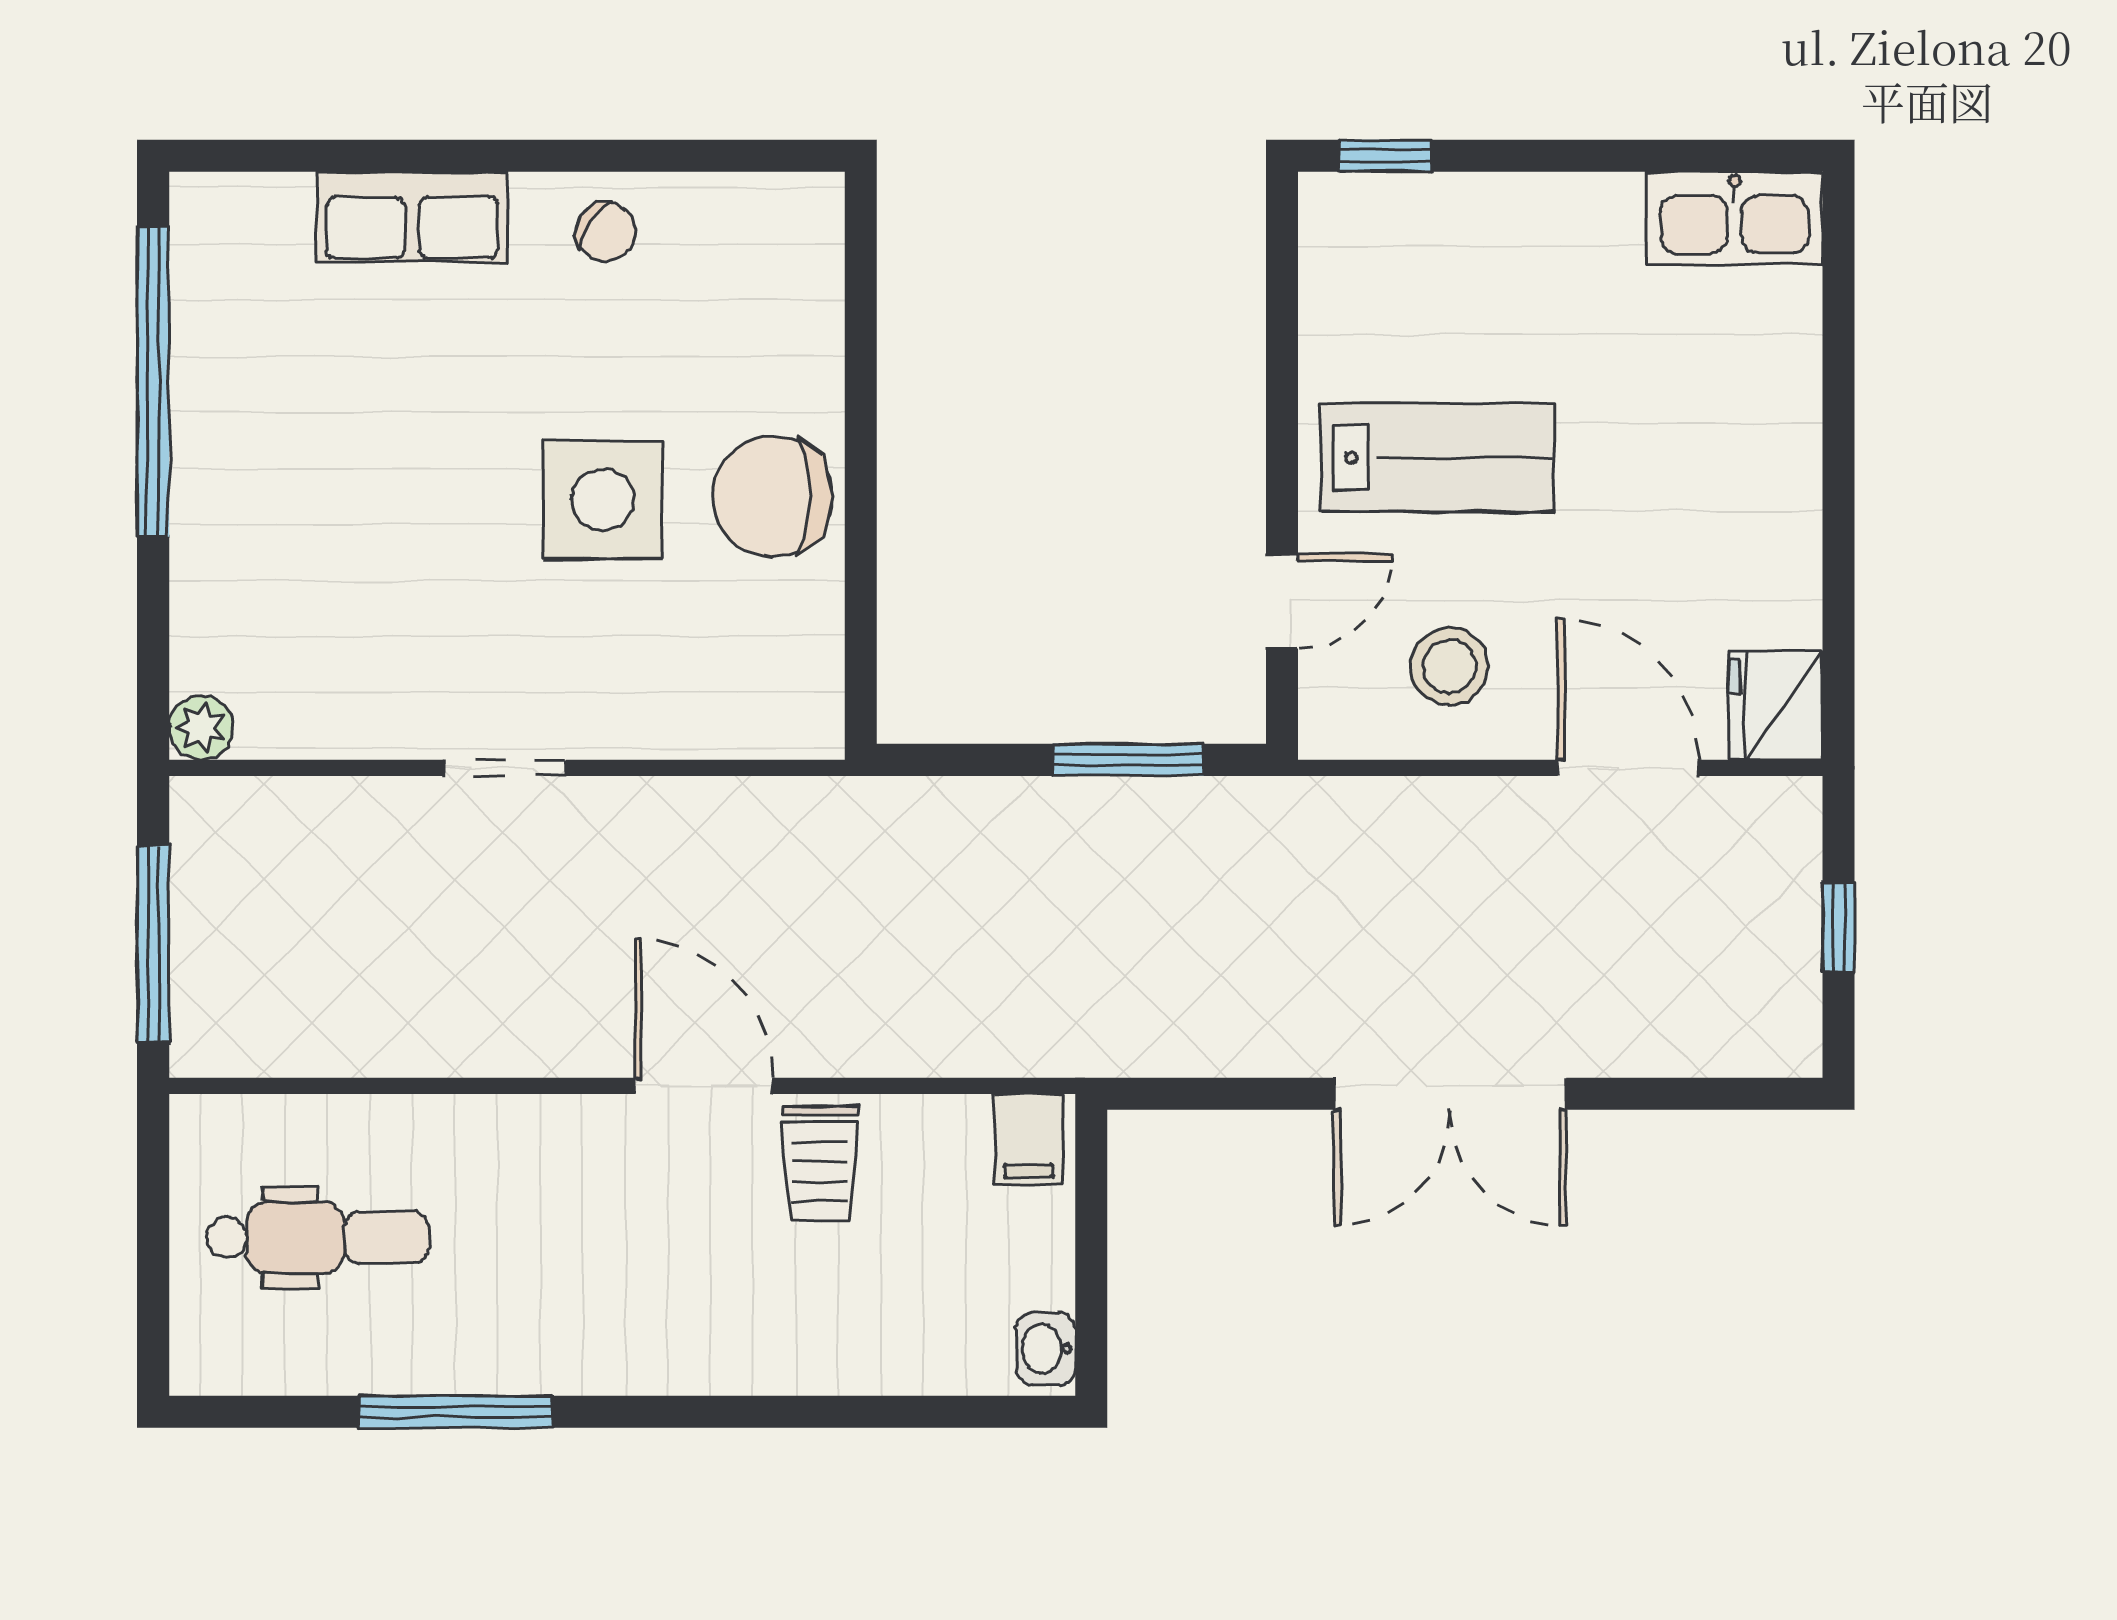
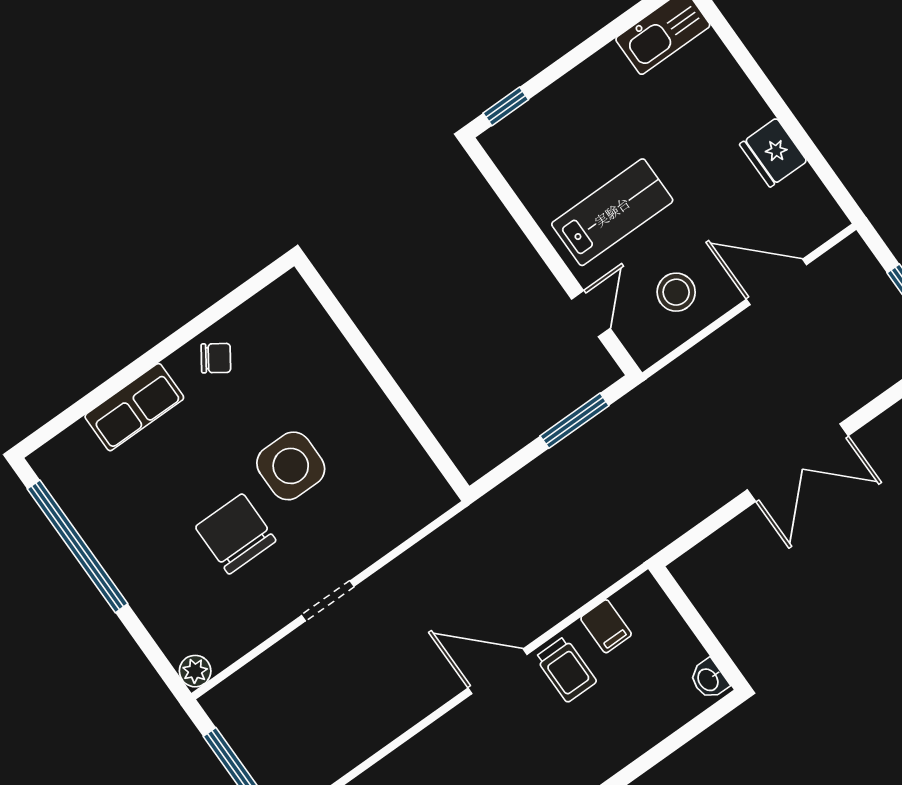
chair: (773, 496) -> (236, 534), moved, turned 90
fridge: (1776, 705) -> (773, 153), moved
filing cabinet: (1029, 1139) -> (606, 626), moved

